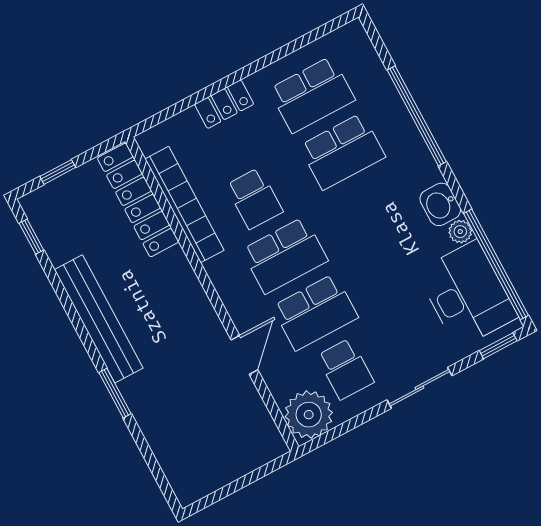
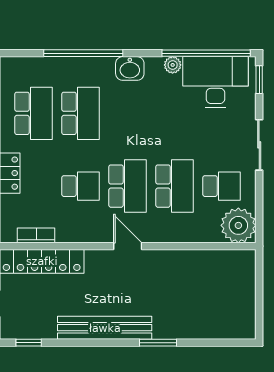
washbasin: (440, 204) -> (130, 68), moved
bookcase: (184, 205) -> (36, 235), width x0.43, depth x0.76
door: (244, 355) -> (128, 246), moved

